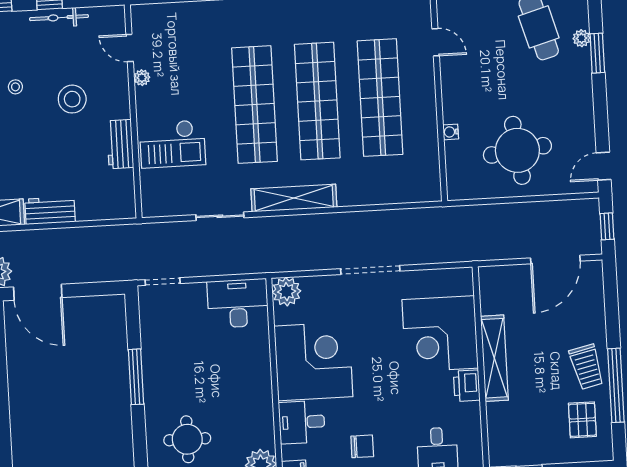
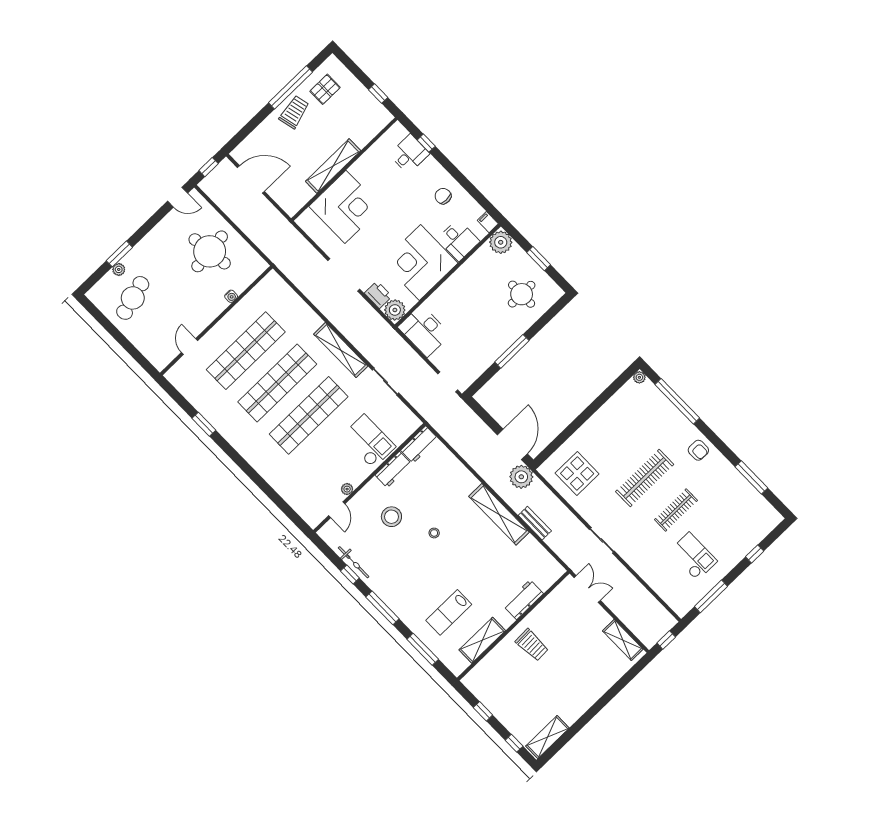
stool: (15, 87) -> (434, 533), moved
workbench: (50, 210) -> (419, 445), moved, turned -90
printer: (467, 386) -> (378, 295), moved, turned -90

